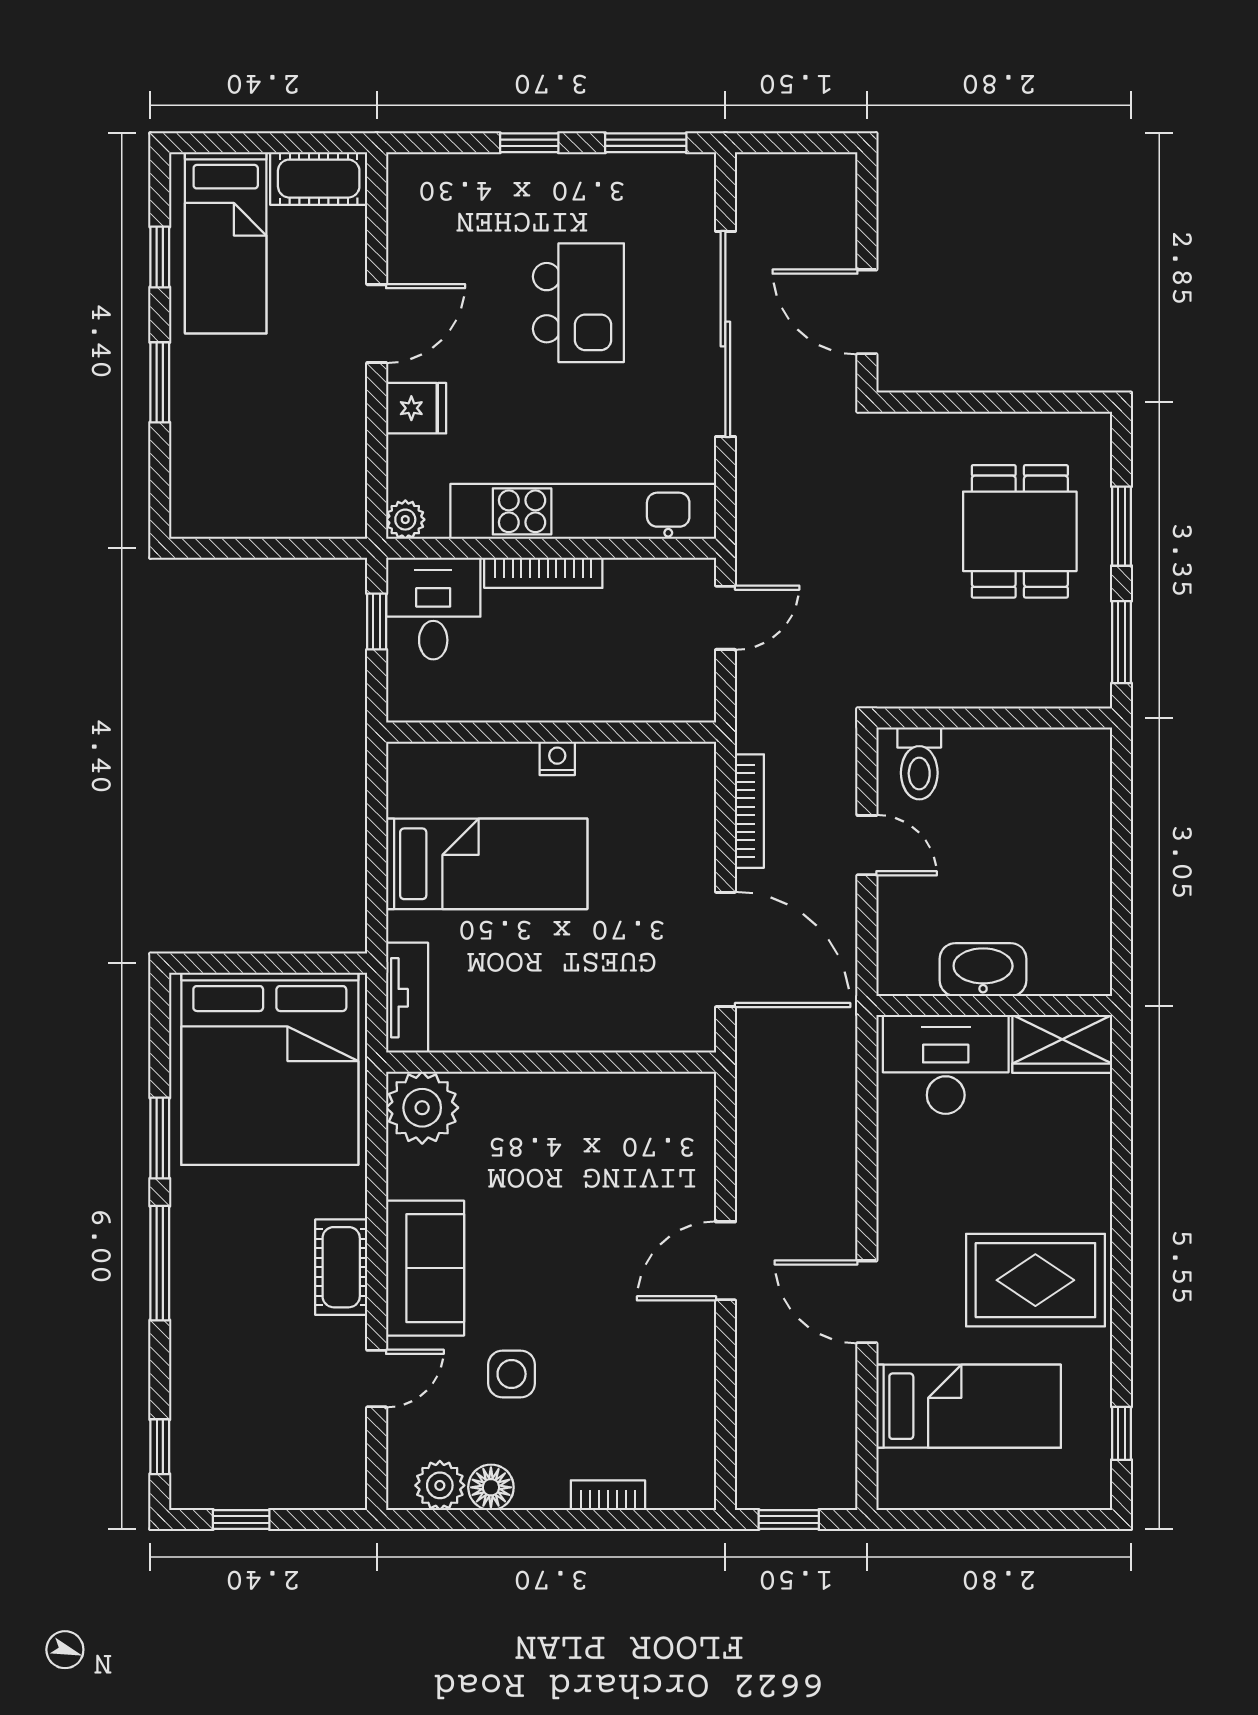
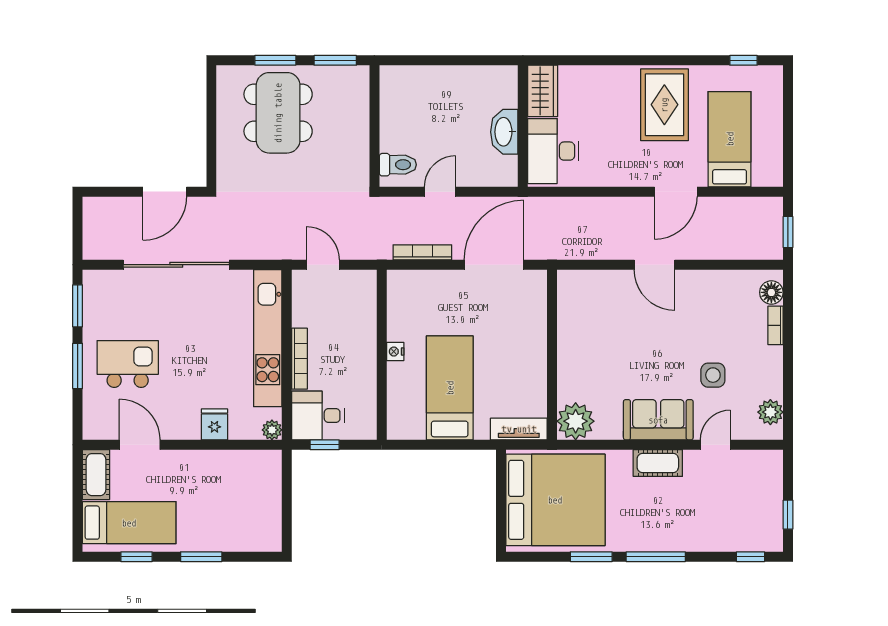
window: (529, 143) -> (78, 366), width x1.50
kitchen island: (578, 303) -> (128, 364), moved
door: (377, 324) -> (140, 445), moved
dining table: (1020, 531) -> (278, 113), width x1.38
door: (377, 1379) -> (715, 445), hinge flipped
floor lamp: (491, 1487) -> (771, 292), moved

